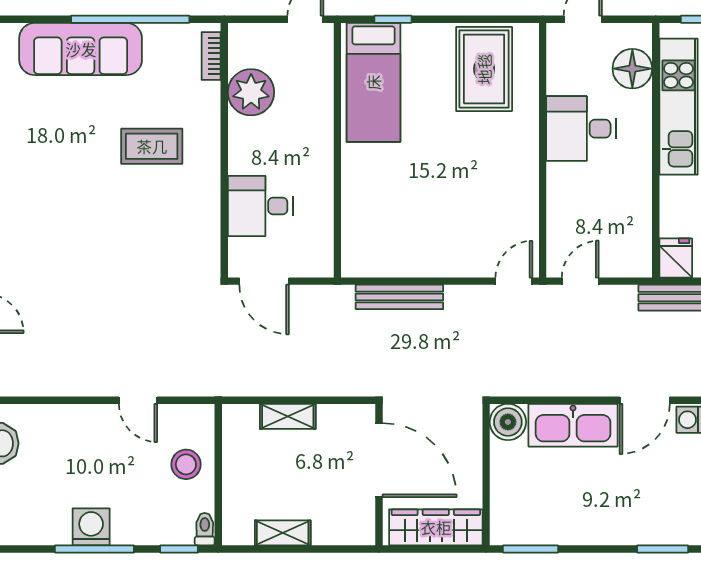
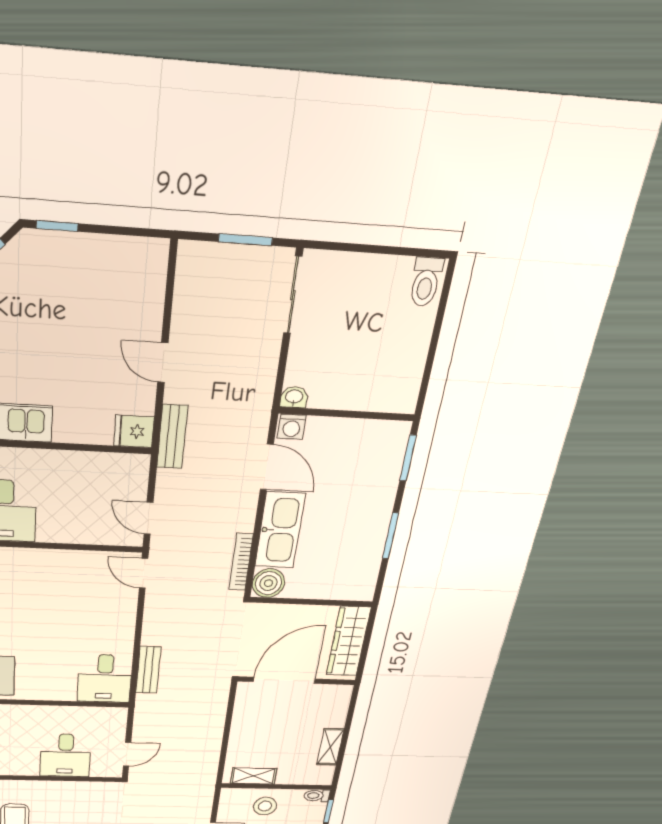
desk: (374, 247) -> (105, 679), added
door: (264, 281) -> (127, 754), width x0.73
bench: (399, 297) -> (148, 670), width x0.73
bookcase: (533, 388) -> (241, 562), added
shelving: (288, 416) -> (254, 776), moved, turned 90
window: (531, 549) -> (390, 536), moved

